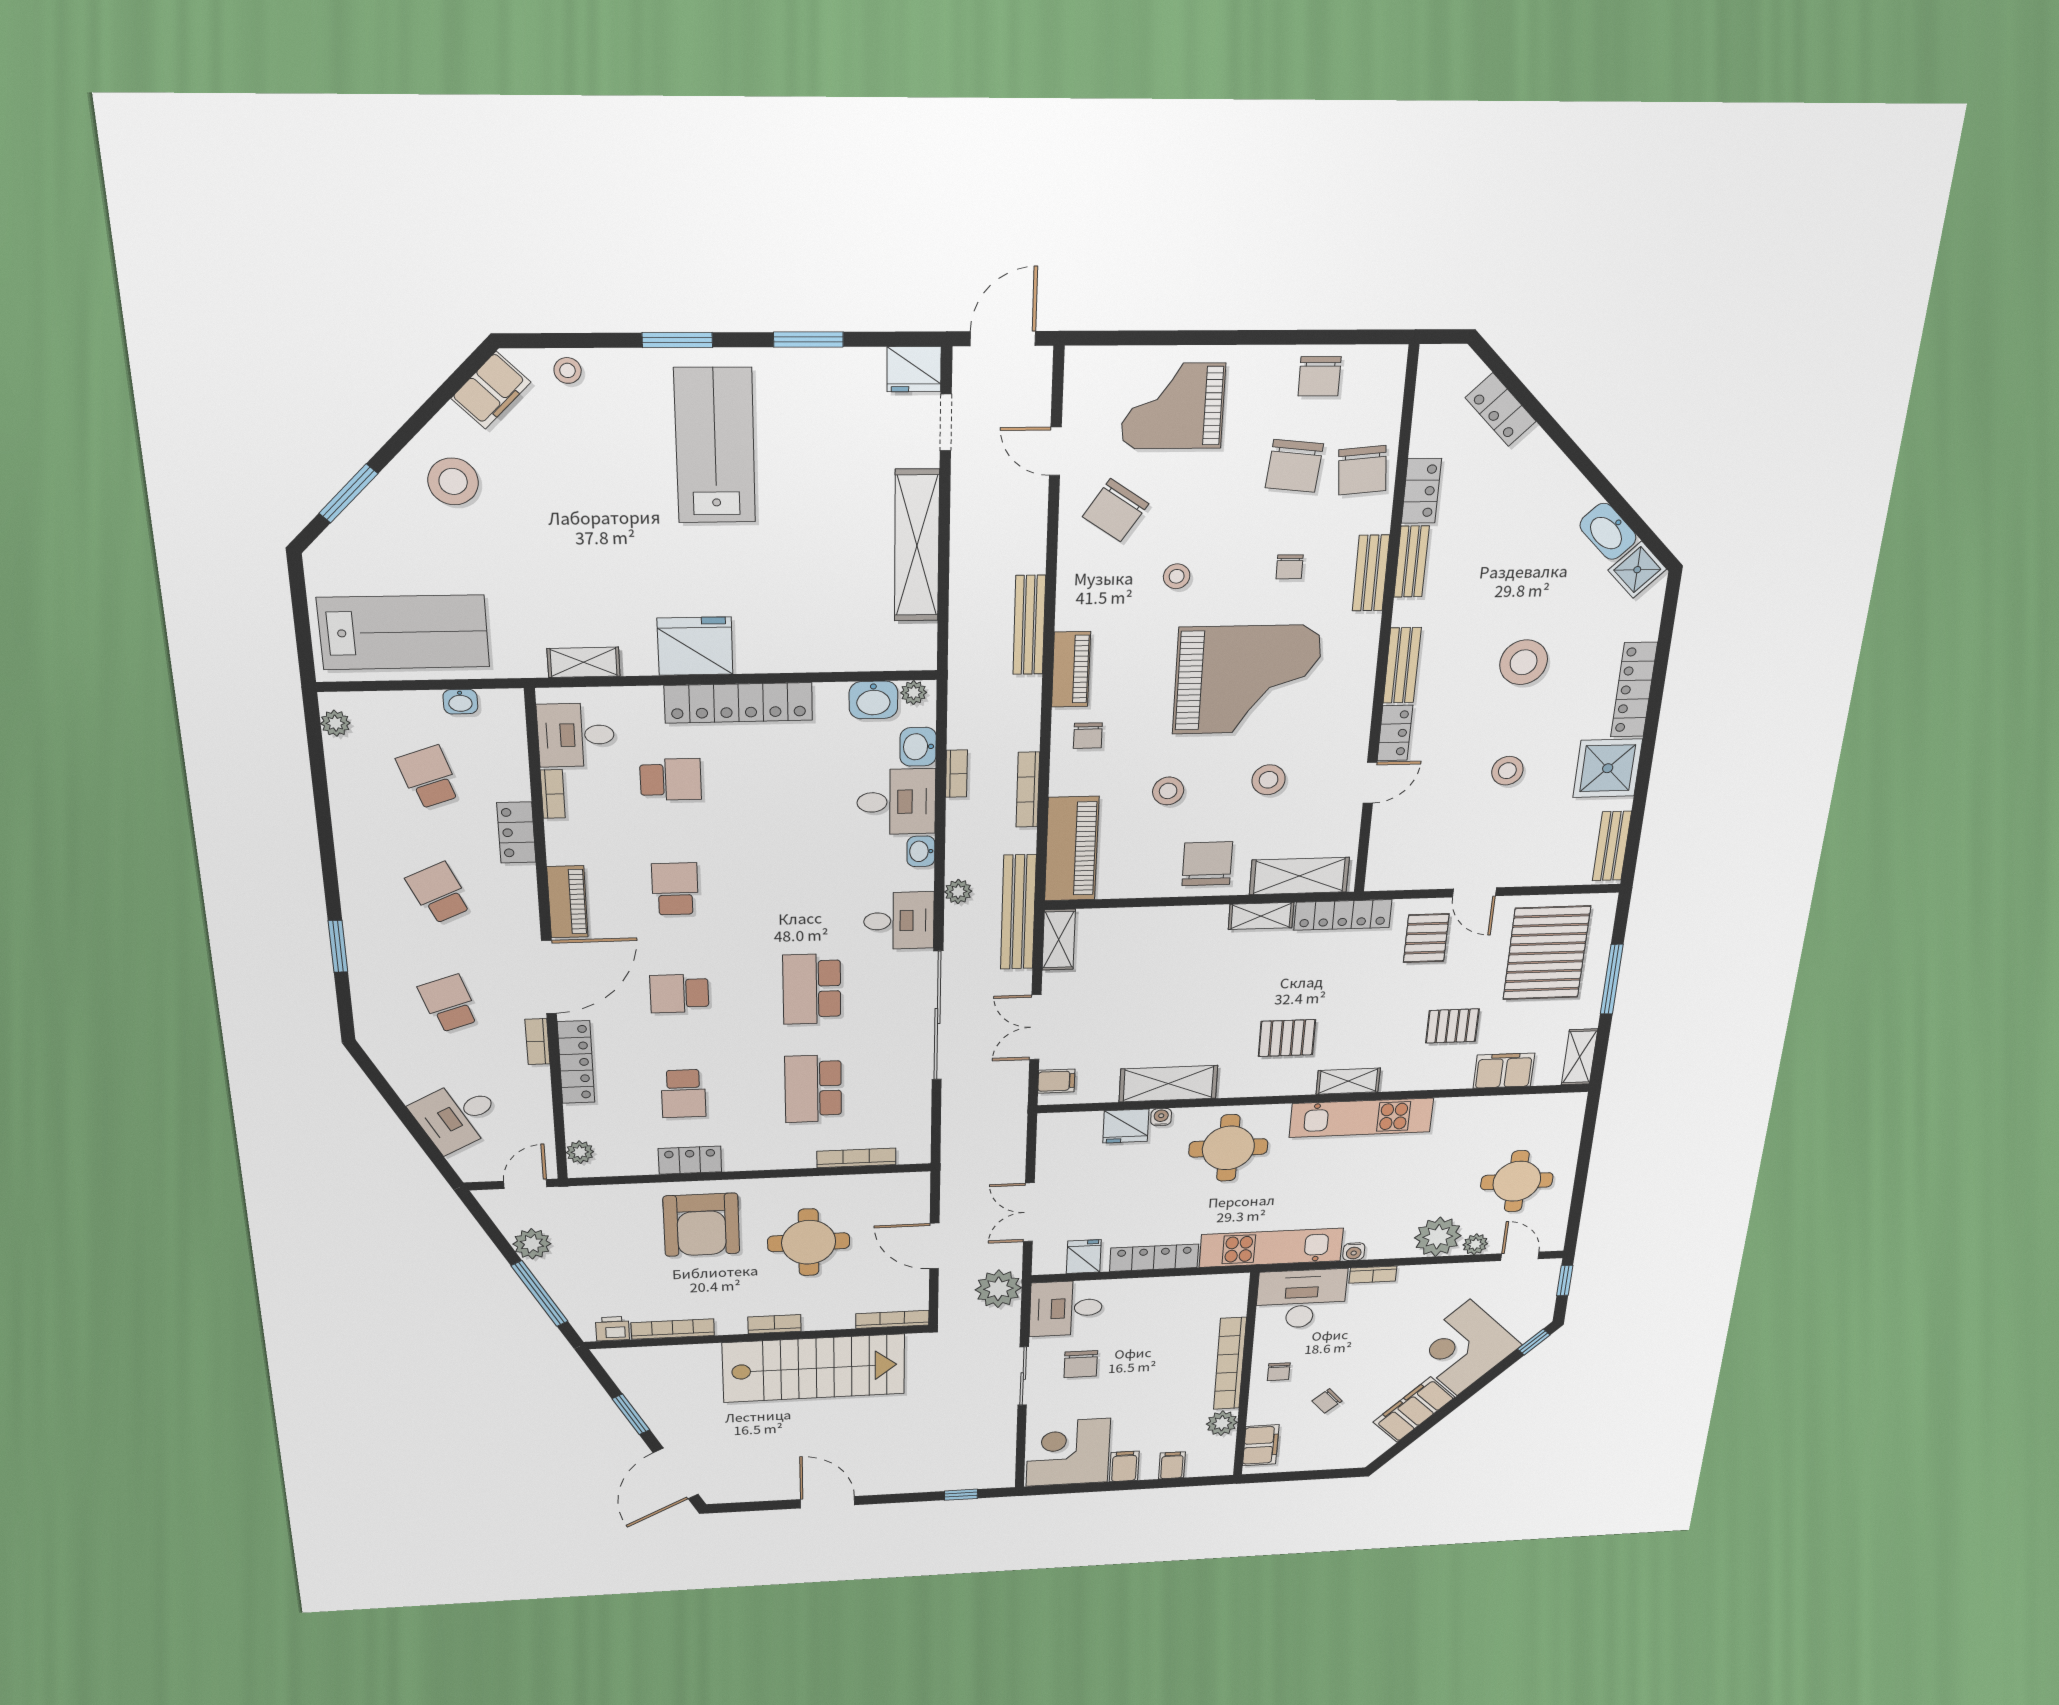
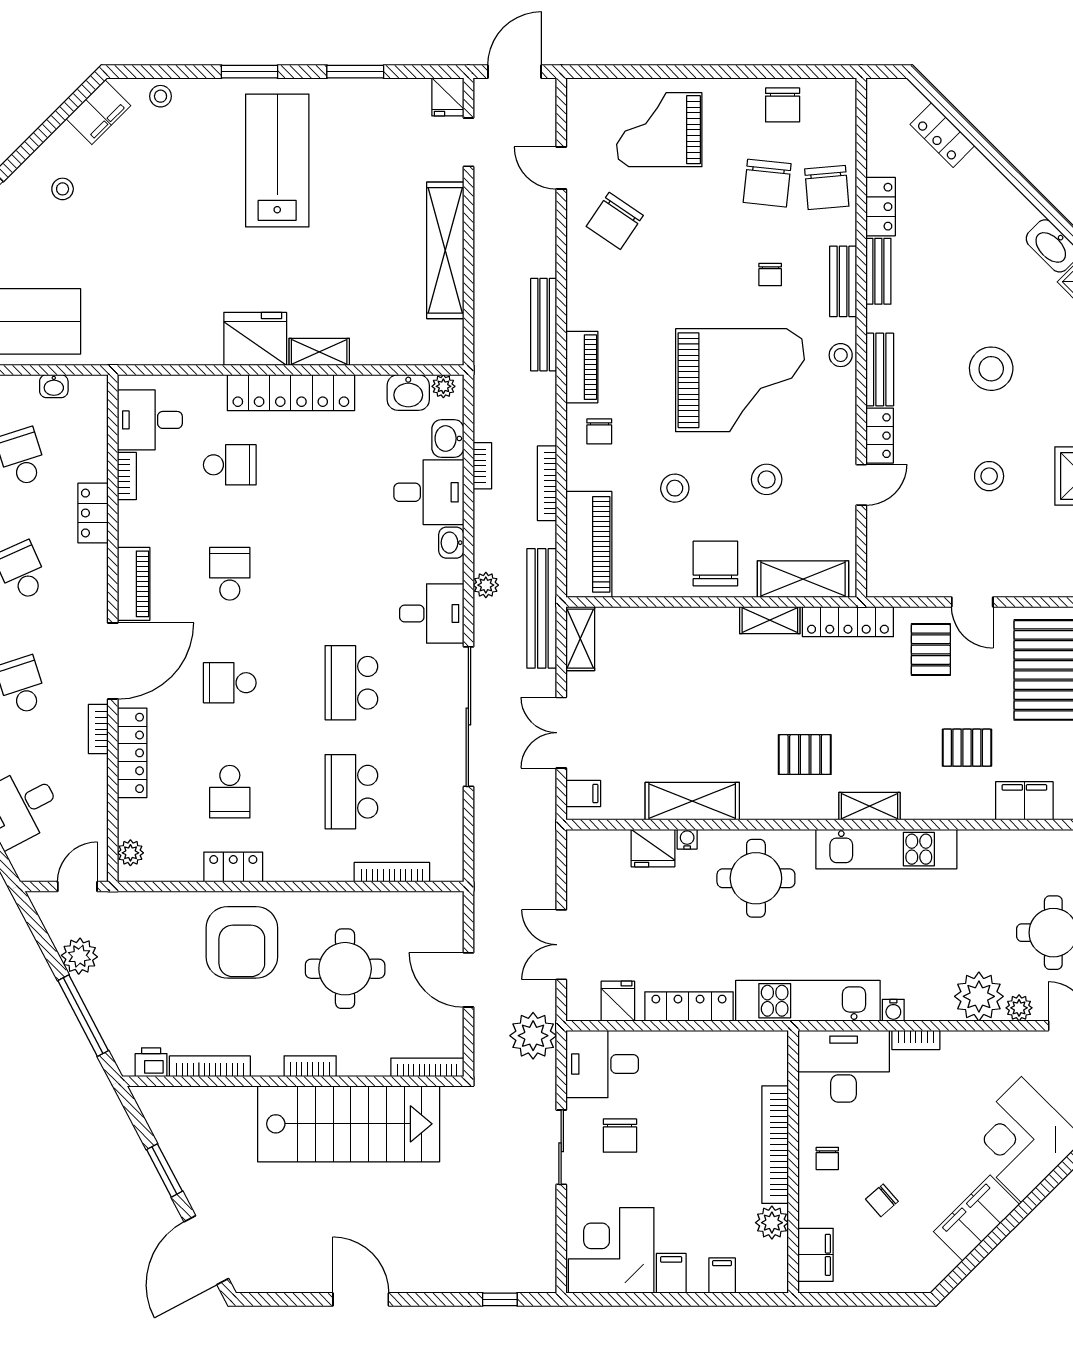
fridge: (914, 369) -> (448, 97), width x0.72
stool: (453, 481) -> (63, 189), width x0.53, depth x0.53
stool: (1177, 576) -> (841, 355), moved
shelving: (584, 662) -> (319, 352), moved

